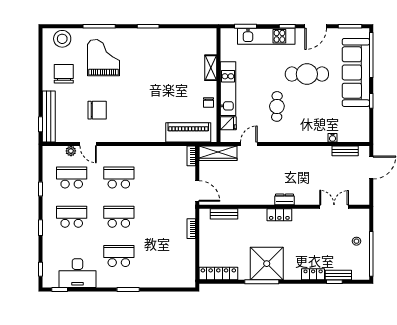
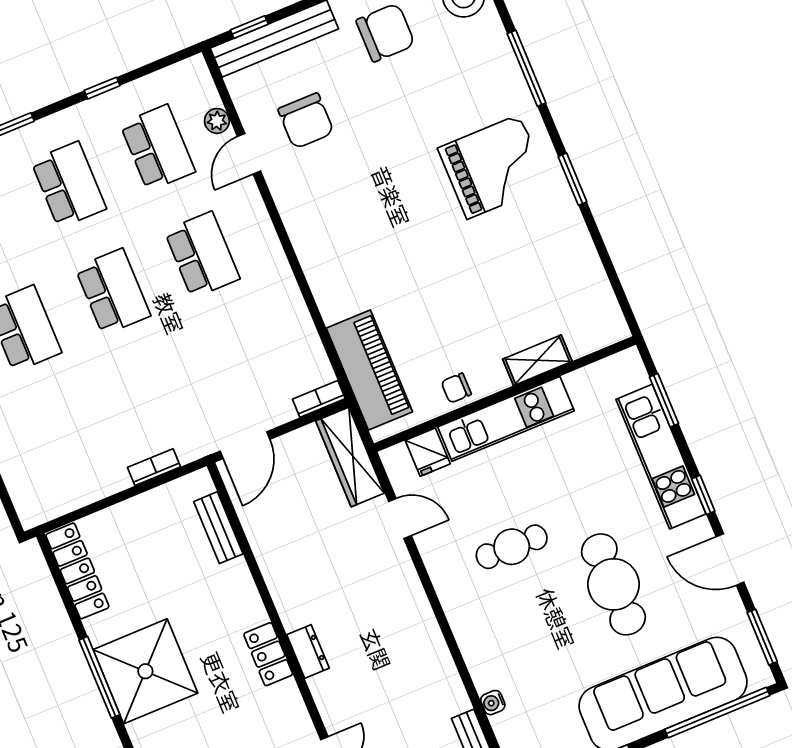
grand piano: (103, 58) -> (493, 167), moved
chair: (97, 110) -> (306, 121), moved

